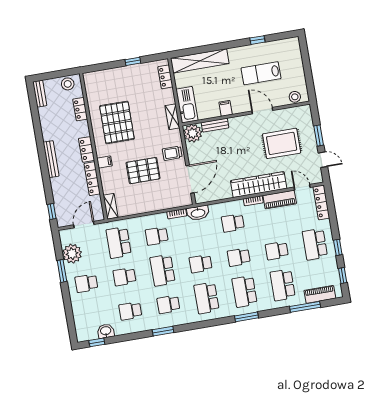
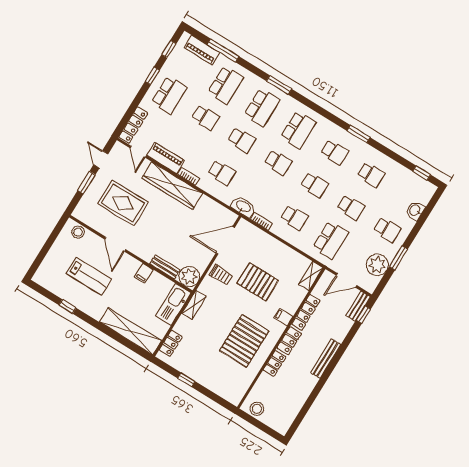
bench: (40, 94) -> (358, 306), moved
locker: (80, 109) -> (275, 363), moved
school desk: (163, 270) -> (314, 185), width x0.54
washbasin: (106, 331) -> (415, 210), moved, turned 90

